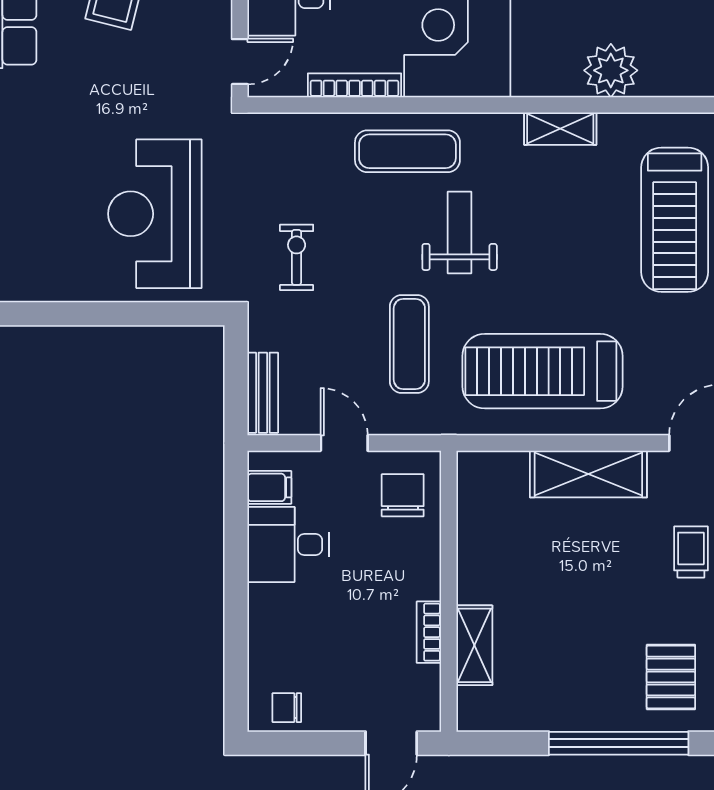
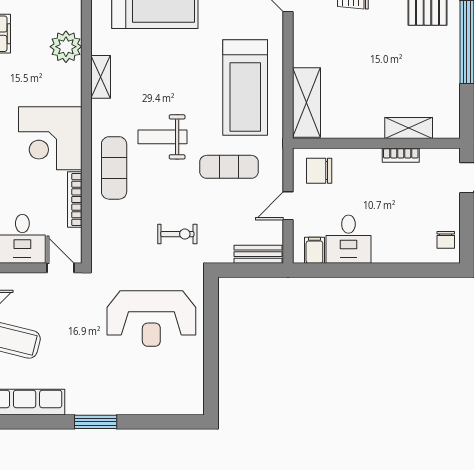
exercise bike: (297, 257) -> (177, 234), turned 180
shelving: (588, 474) -> (306, 103), moved

